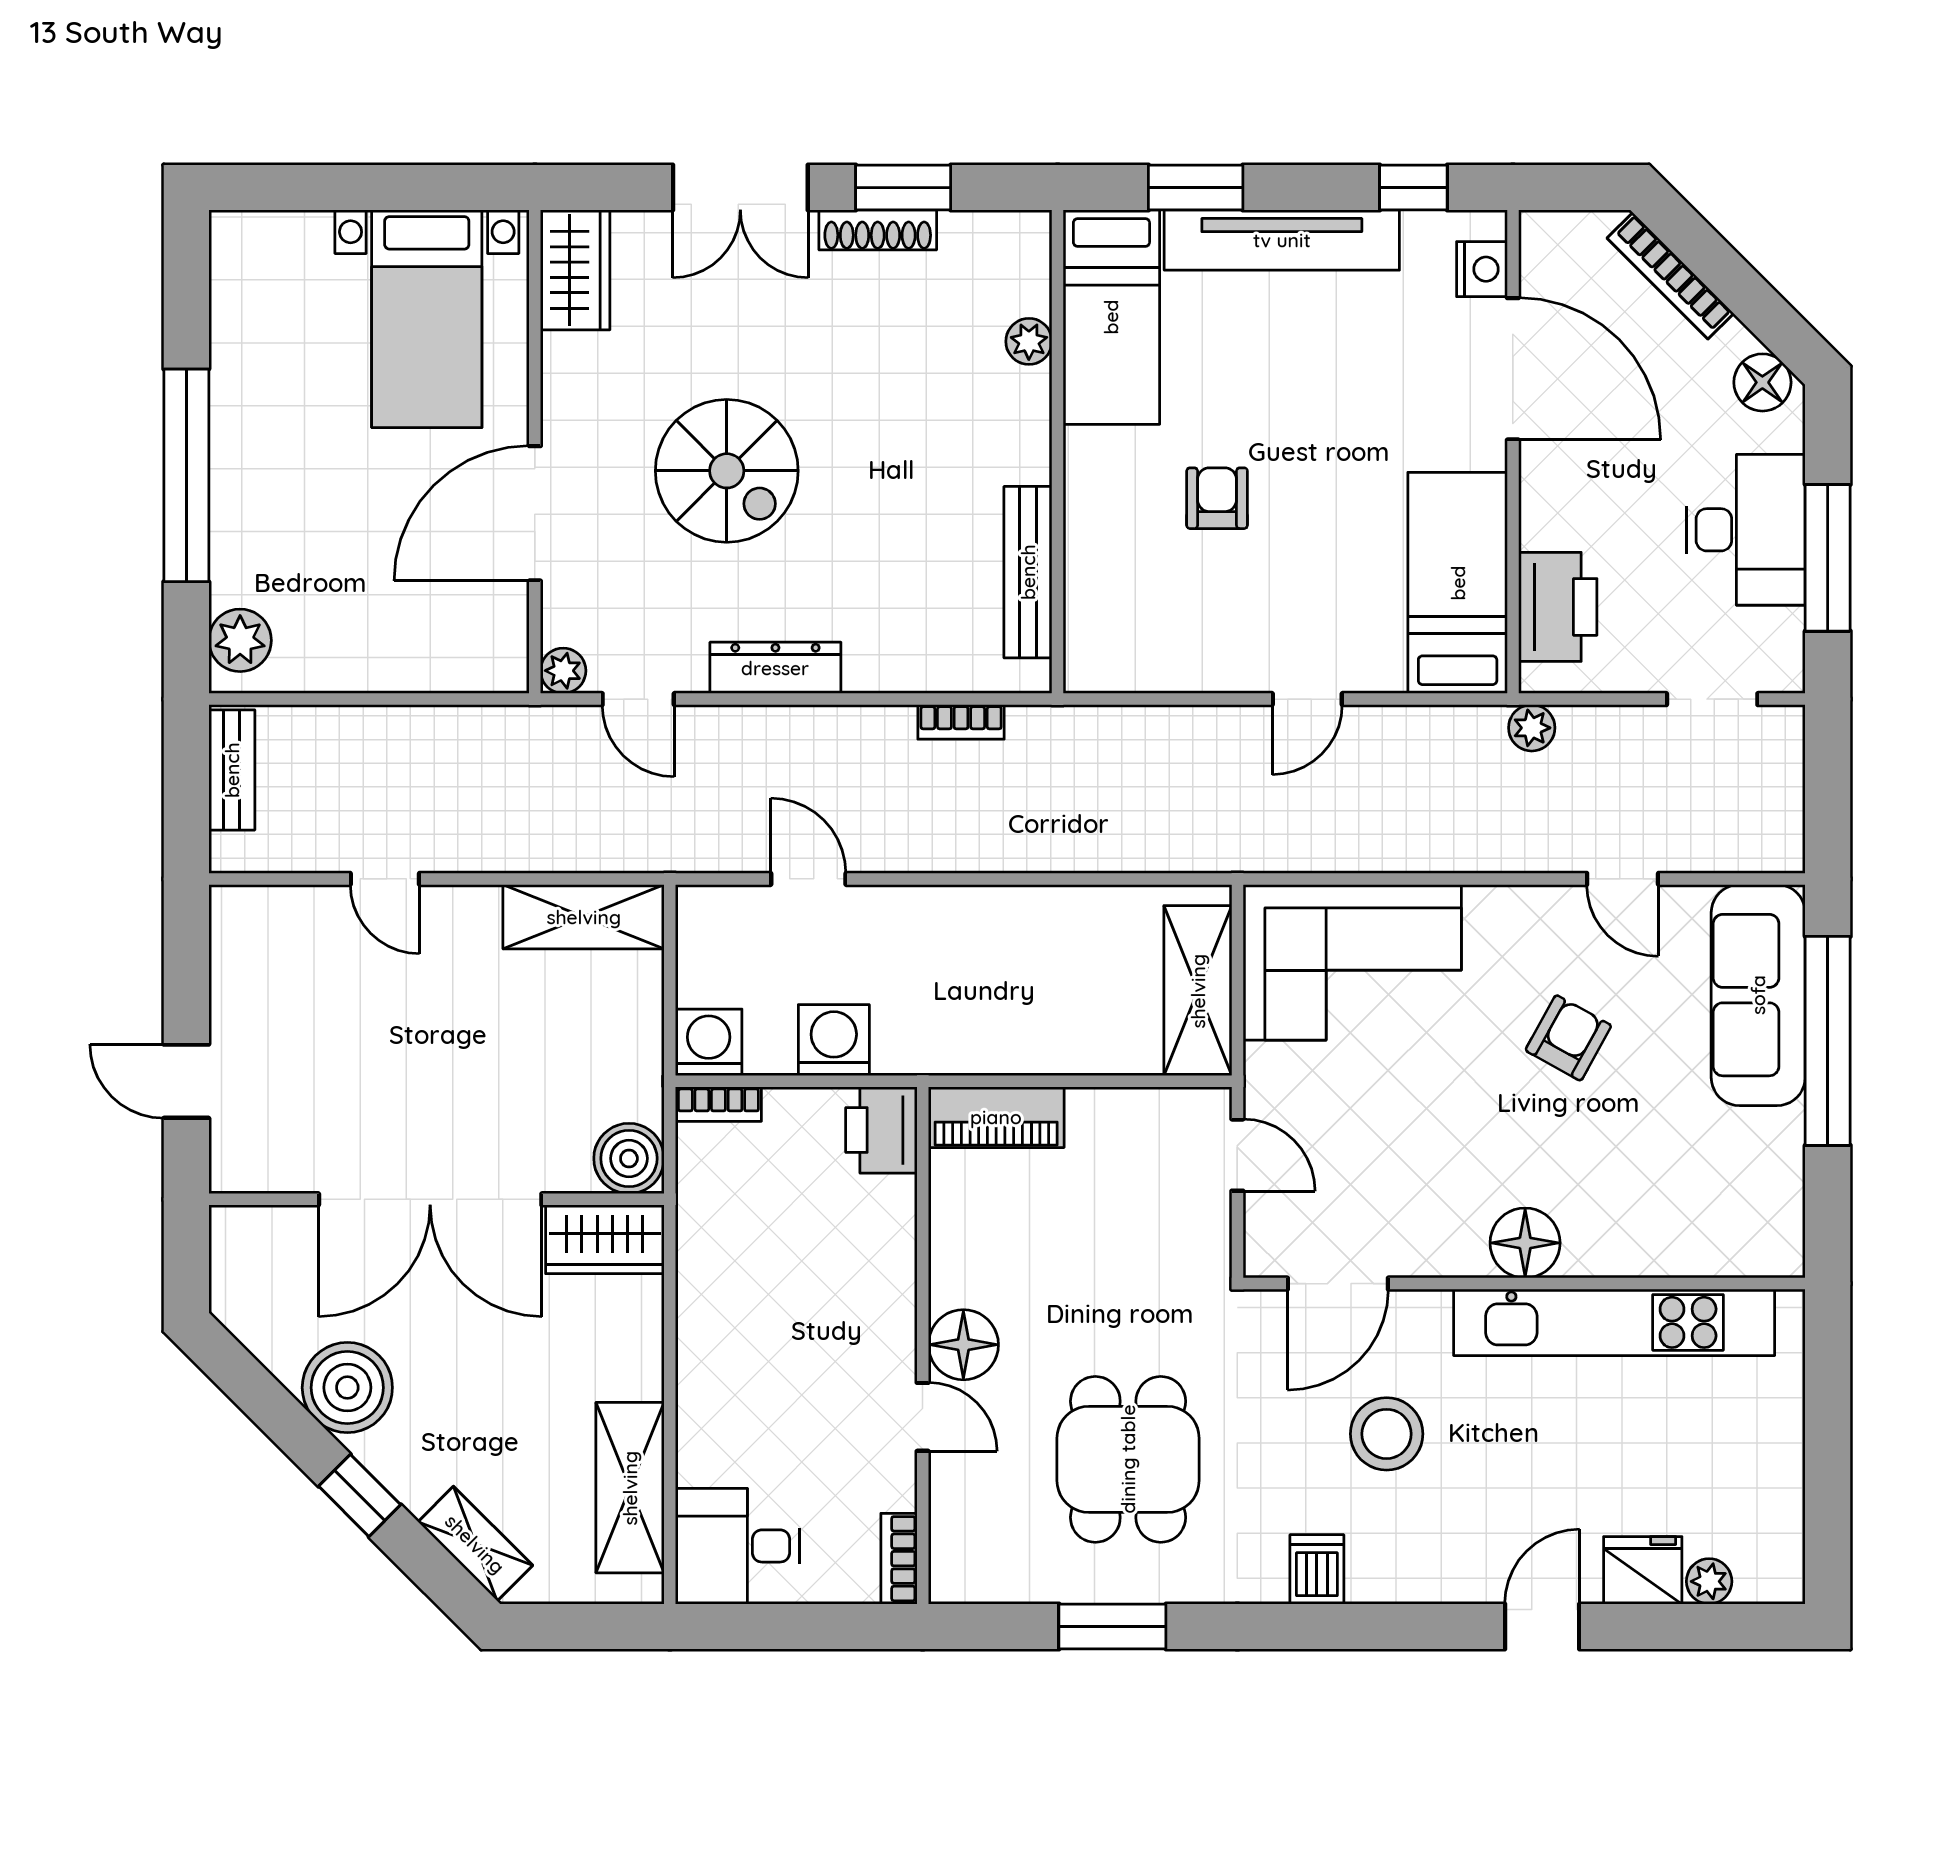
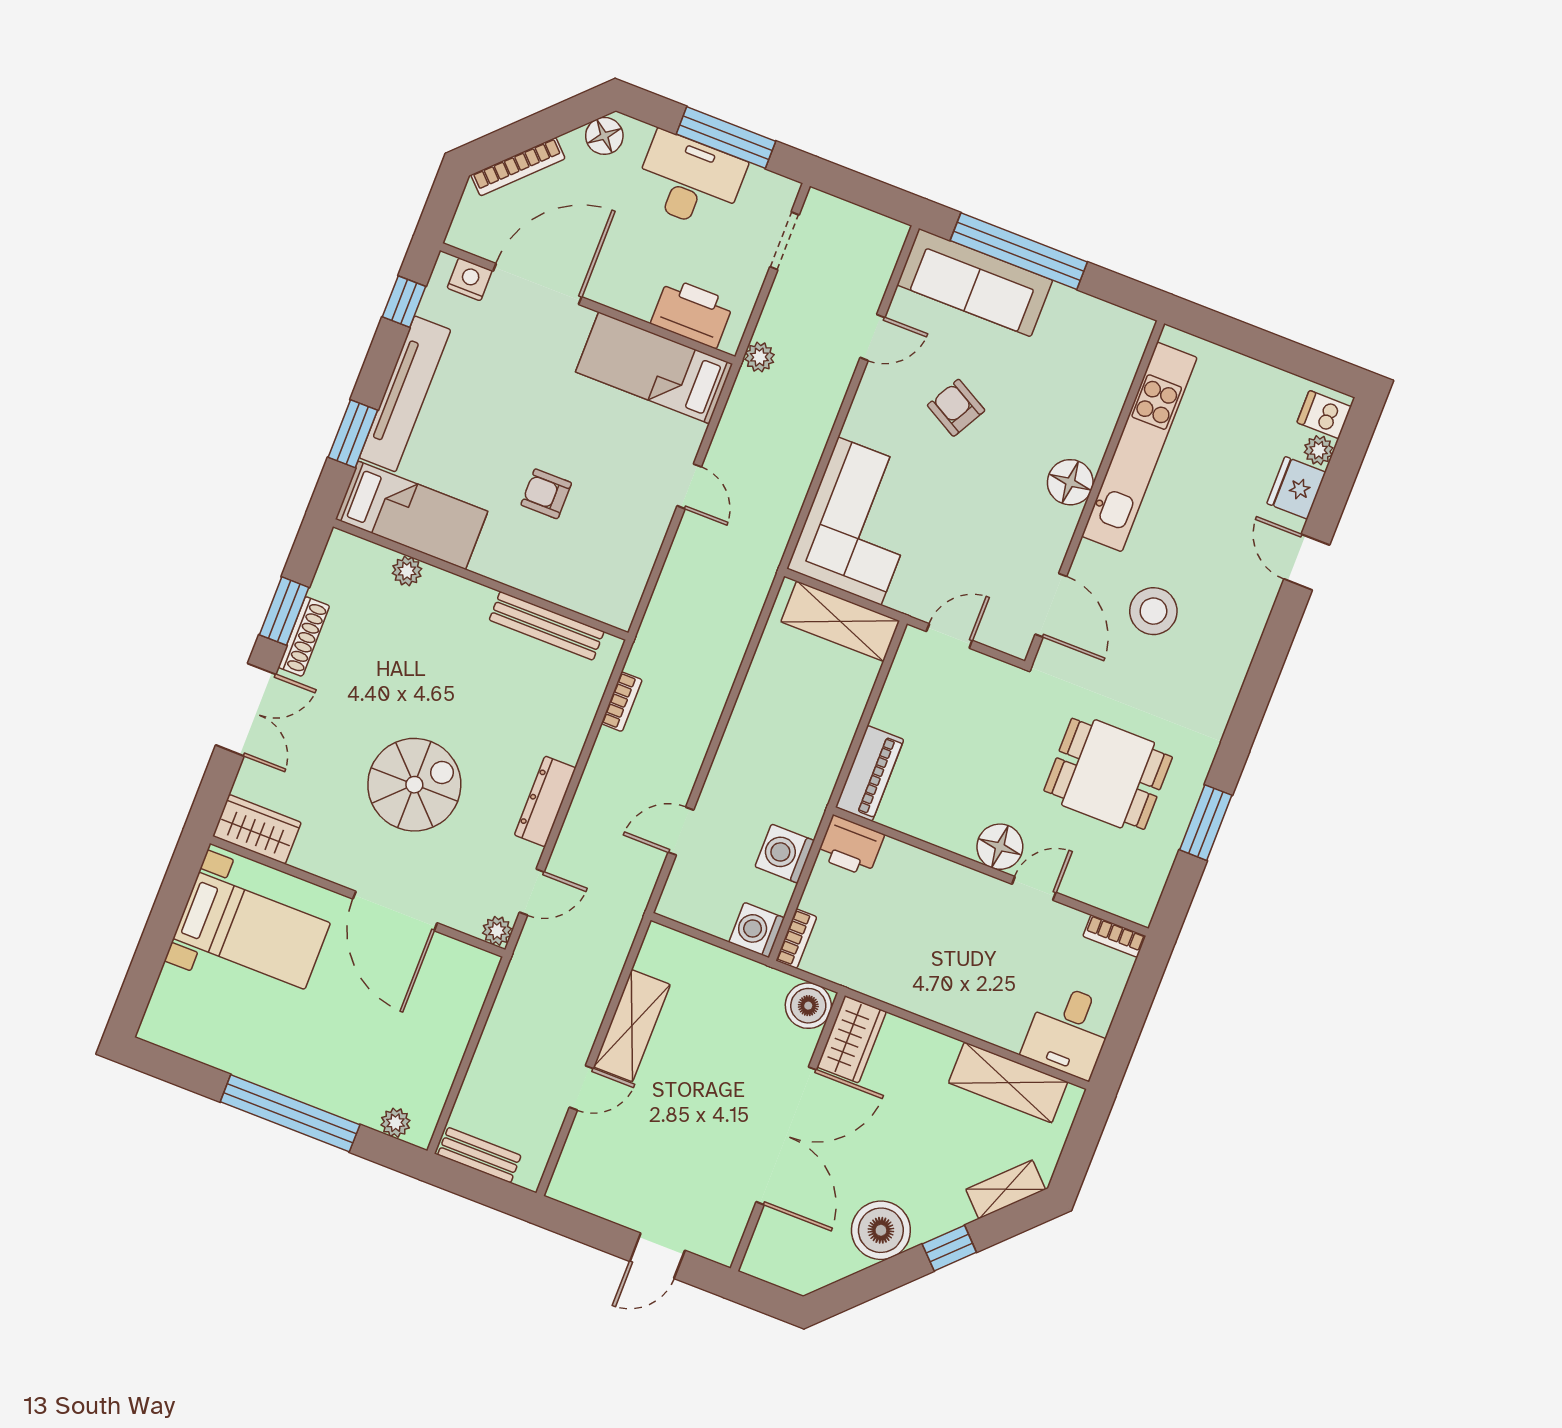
plant: (240, 640) -> (395, 1123), width x0.73, depth x0.73
shelving: (584, 917) -> (632, 1026), moved
dishwasher: (1317, 1569) -> (1324, 415), moved

